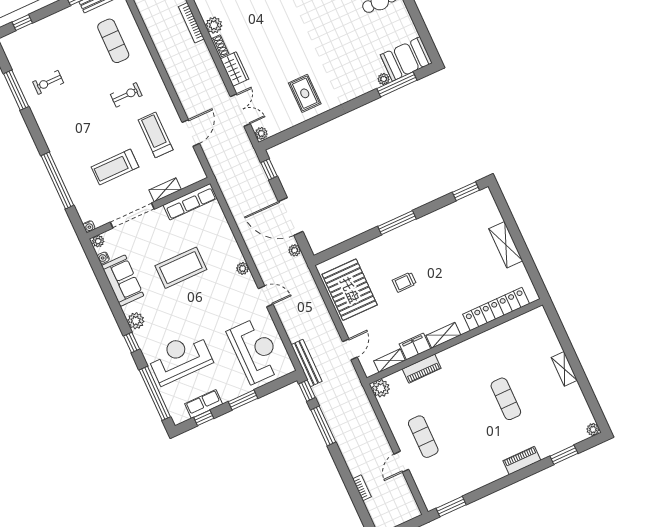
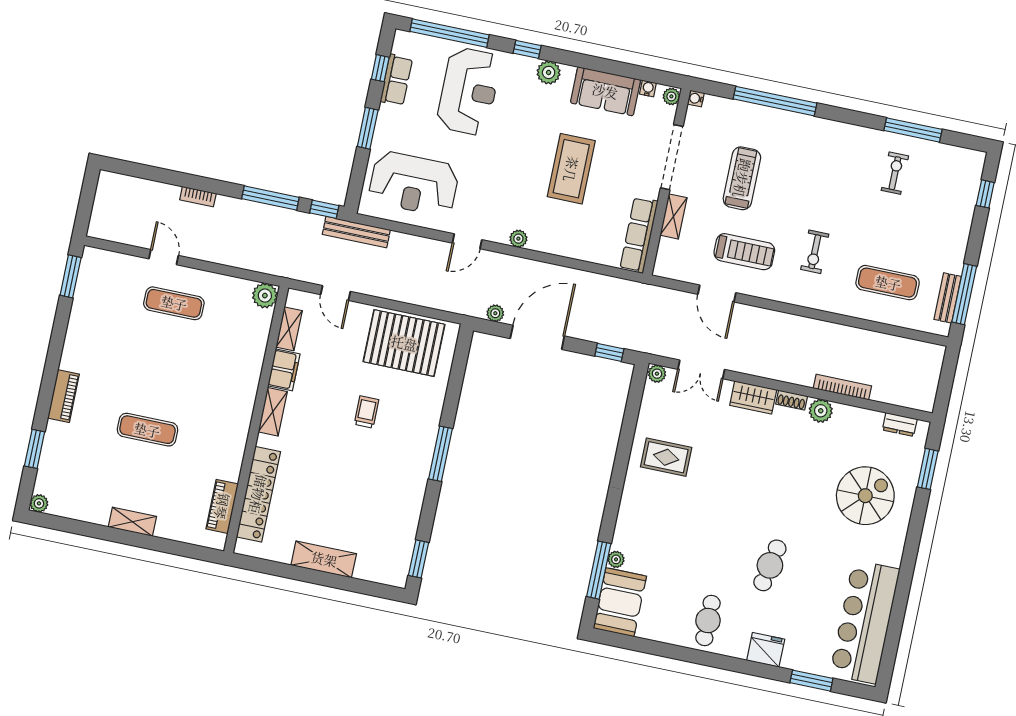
piano: (422, 369) -> (222, 506), moved
bookcase: (362, 488) -> (198, 197), moved

